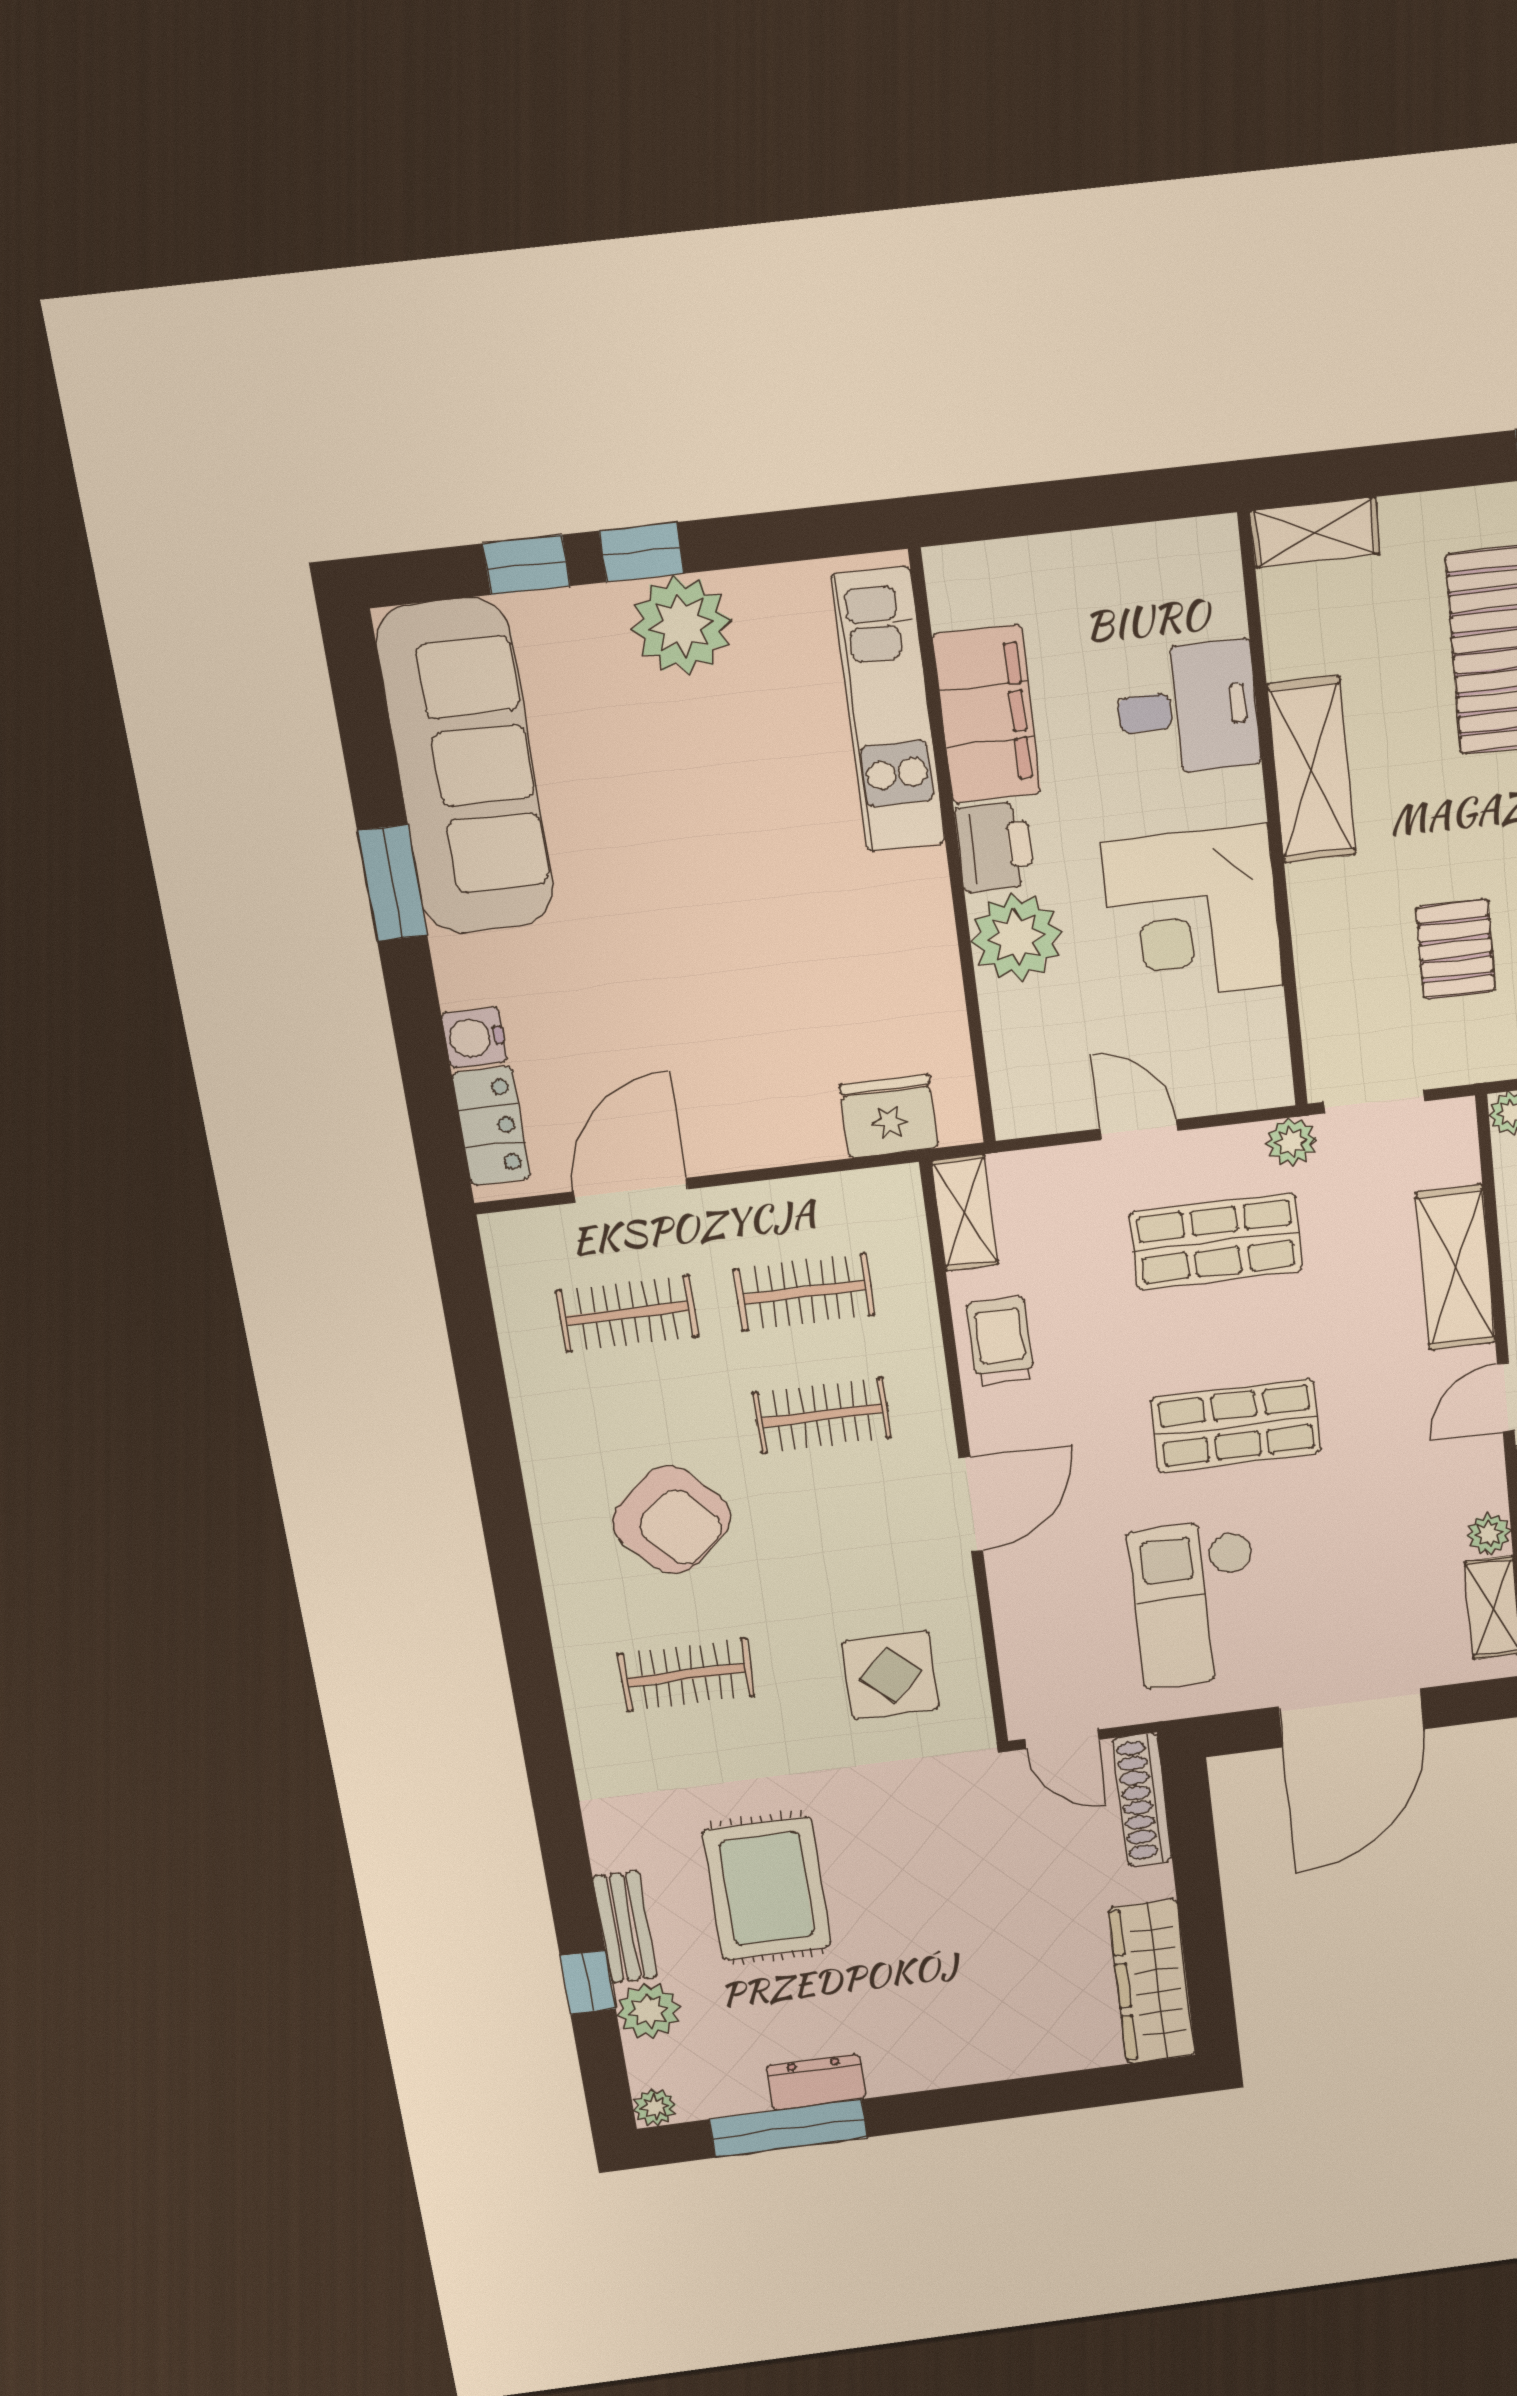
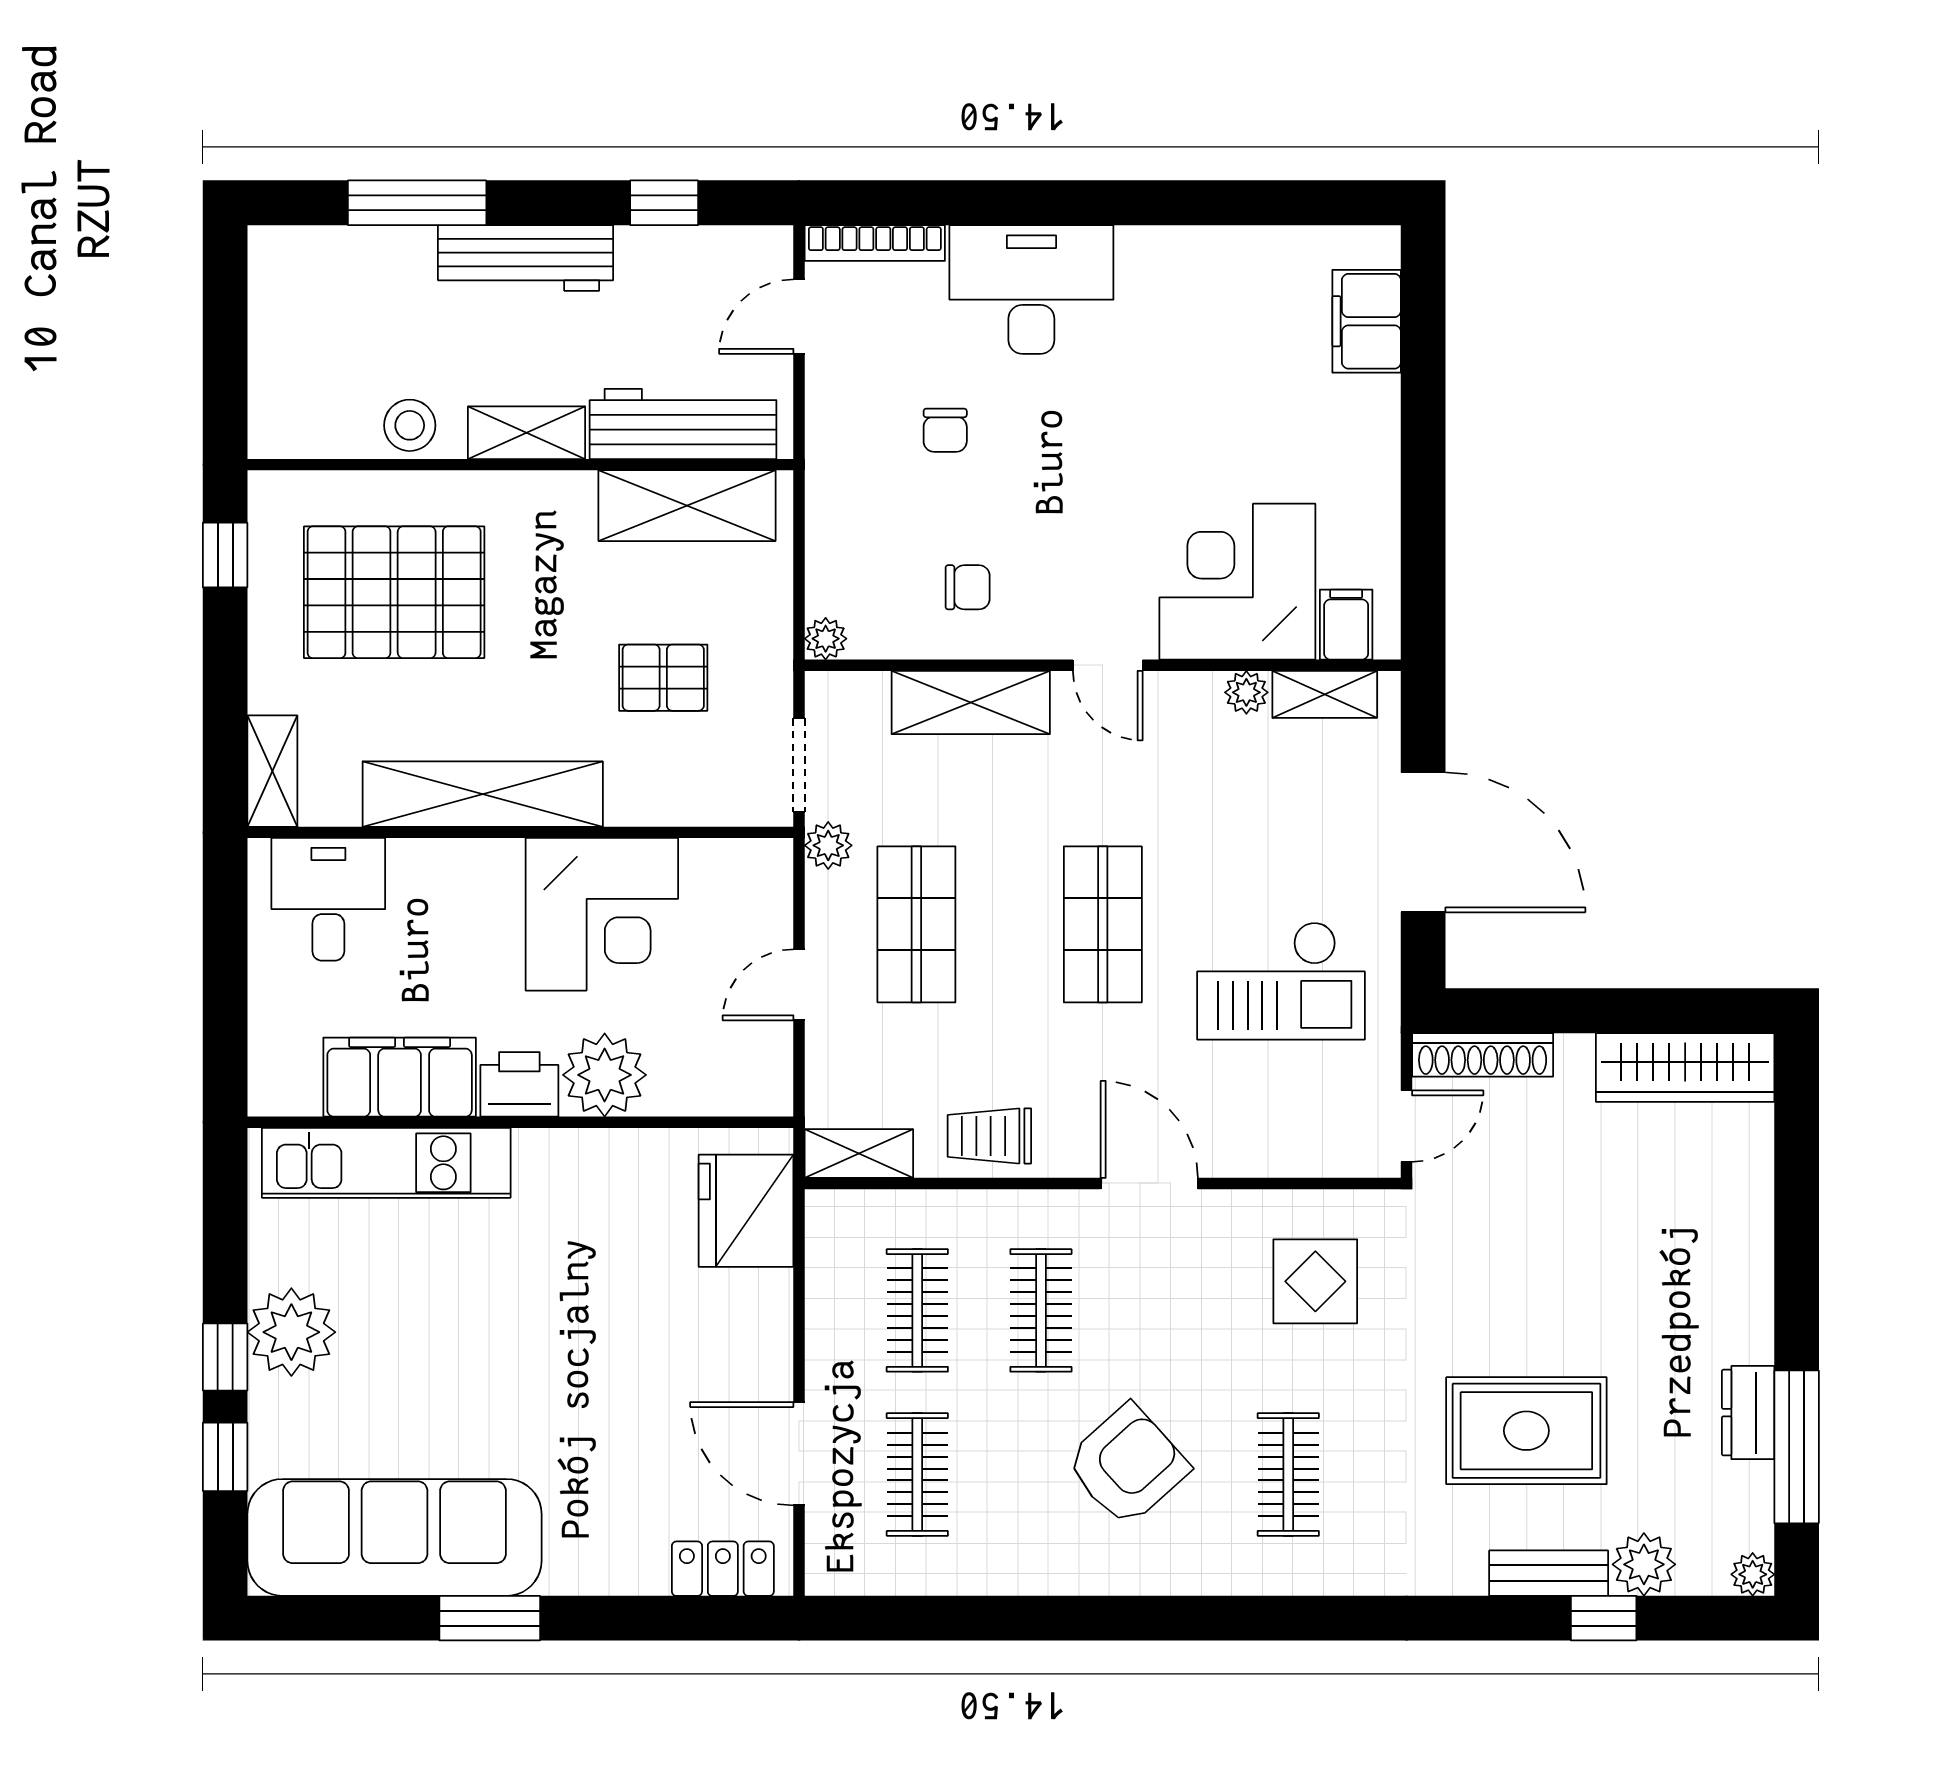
desk: (1187, 709) -> (328, 899), moved
shelving: (1311, 770) -> (483, 794), width x1.47
water cooler: (474, 1038) -> (639, 1570), removed
fridge: (889, 1116) -> (746, 1211), width x1.36, depth x1.34

